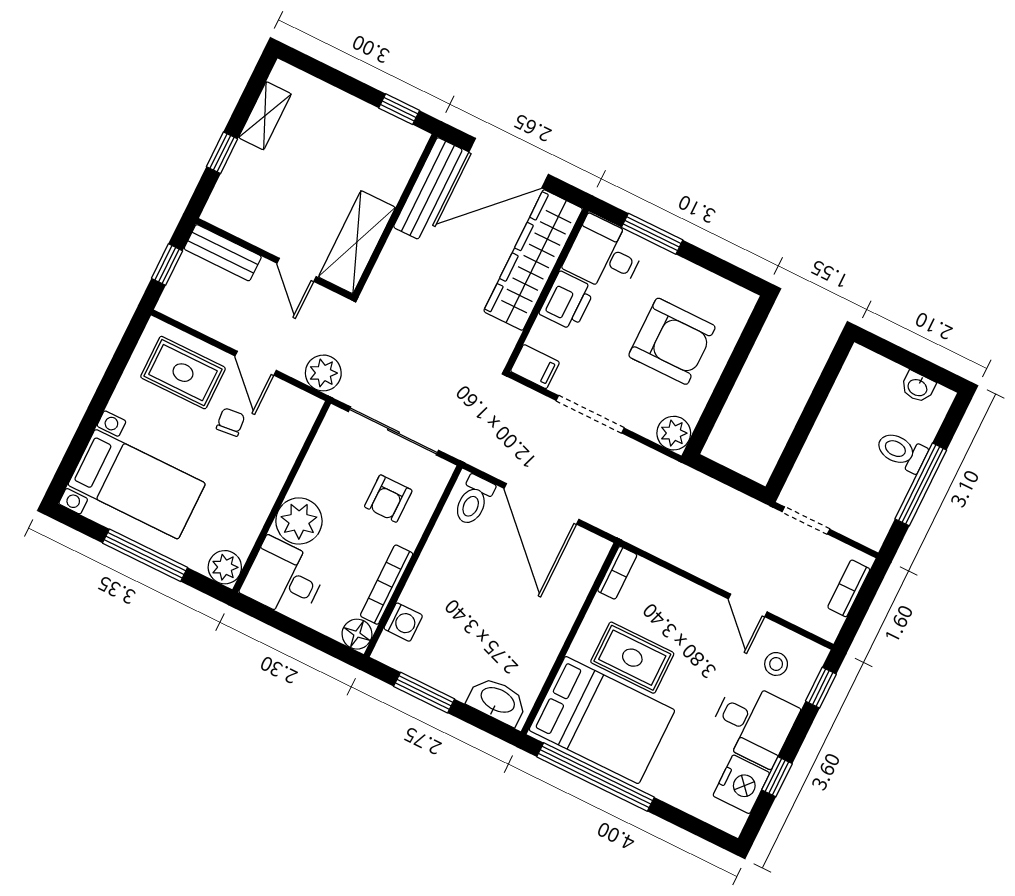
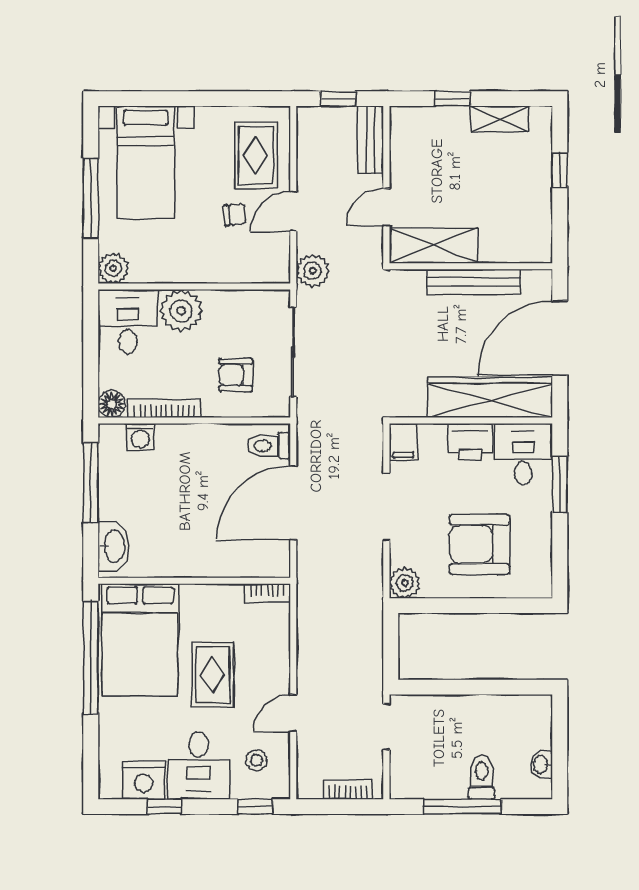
window: (399, 109) -> (560, 170), moved
door: (509, 163) -> (560, 338), hinge flipped
bench: (428, 188) -> (474, 282), moved
armchair: (672, 341) -> (479, 544), turned 90
rug: (632, 658) -> (213, 675), moved
window: (424, 693) -> (91, 483), width x1.44

